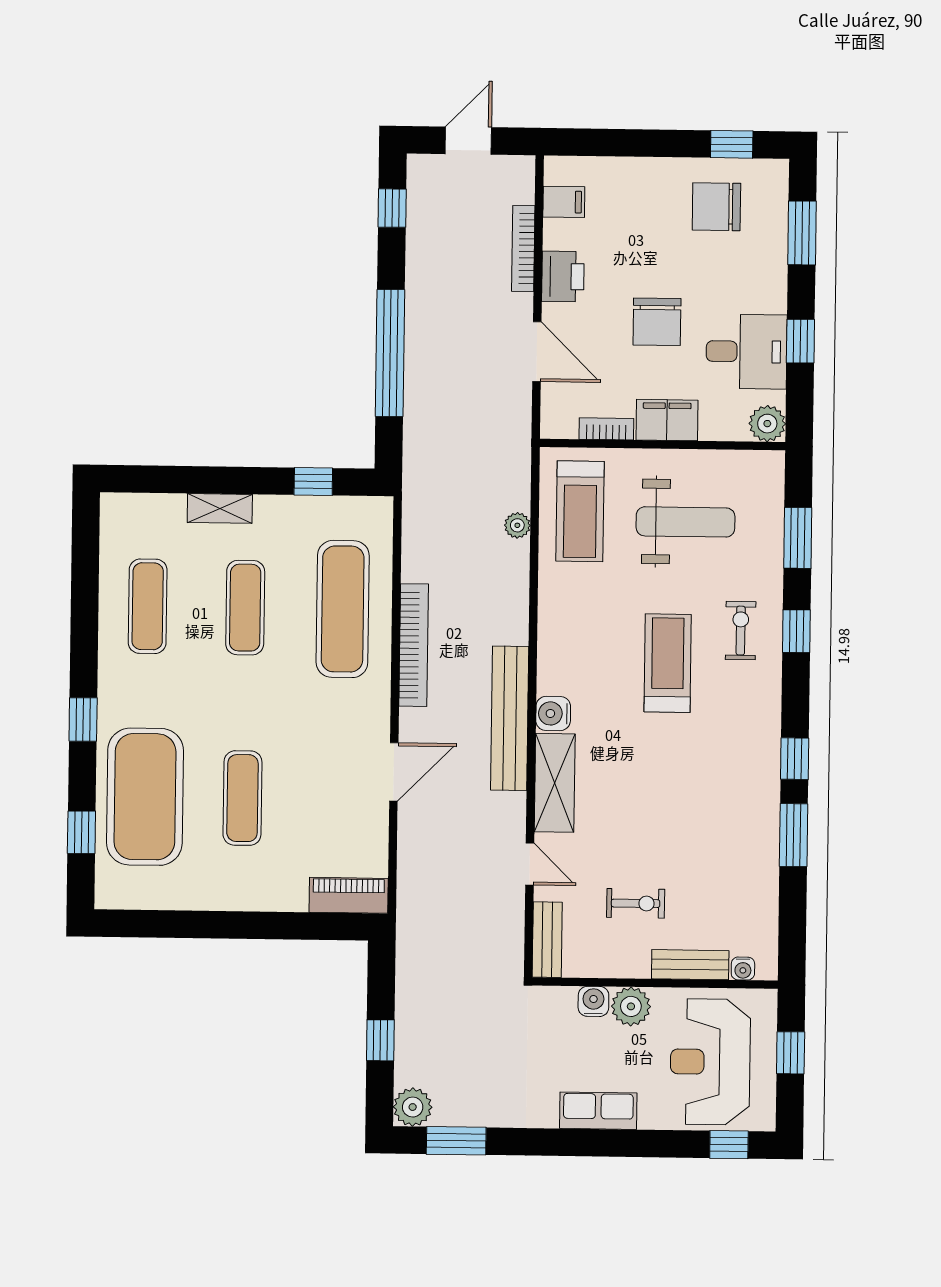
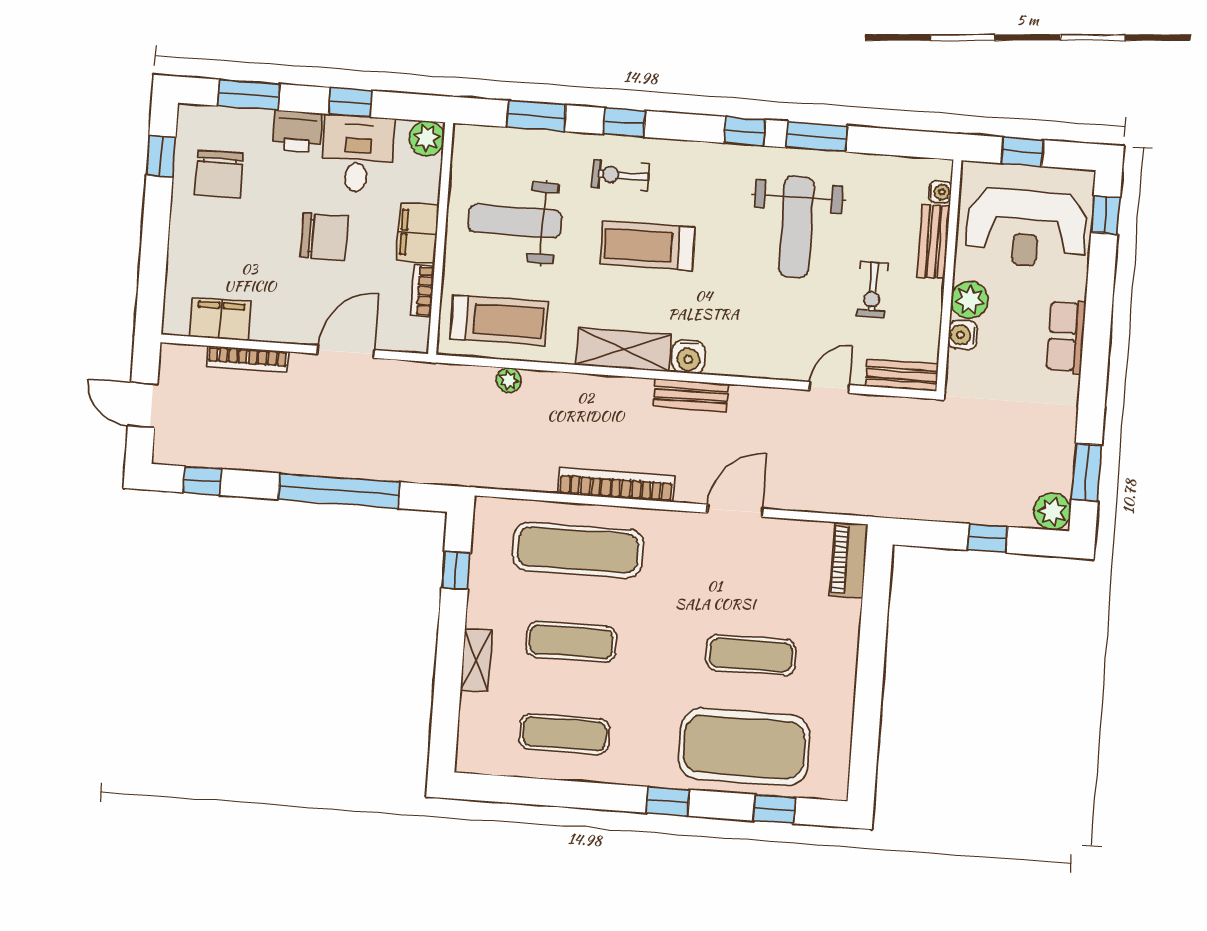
filing cabinet: (564, 202) -> (221, 319), width x2.00
printer: (563, 277) -> (297, 131), moved, turned 180
weight bench: (685, 522) -> (515, 221), turned -90
bench: (510, 718) -> (691, 395), width x0.54, depth x0.82
door: (394, 772) -> (735, 511), hinge flipped
shelving: (555, 783) -> (623, 350), moved
weight bench: (697, 819) -> (796, 227), added
exercise bike: (636, 903) -> (872, 290), turned 180

